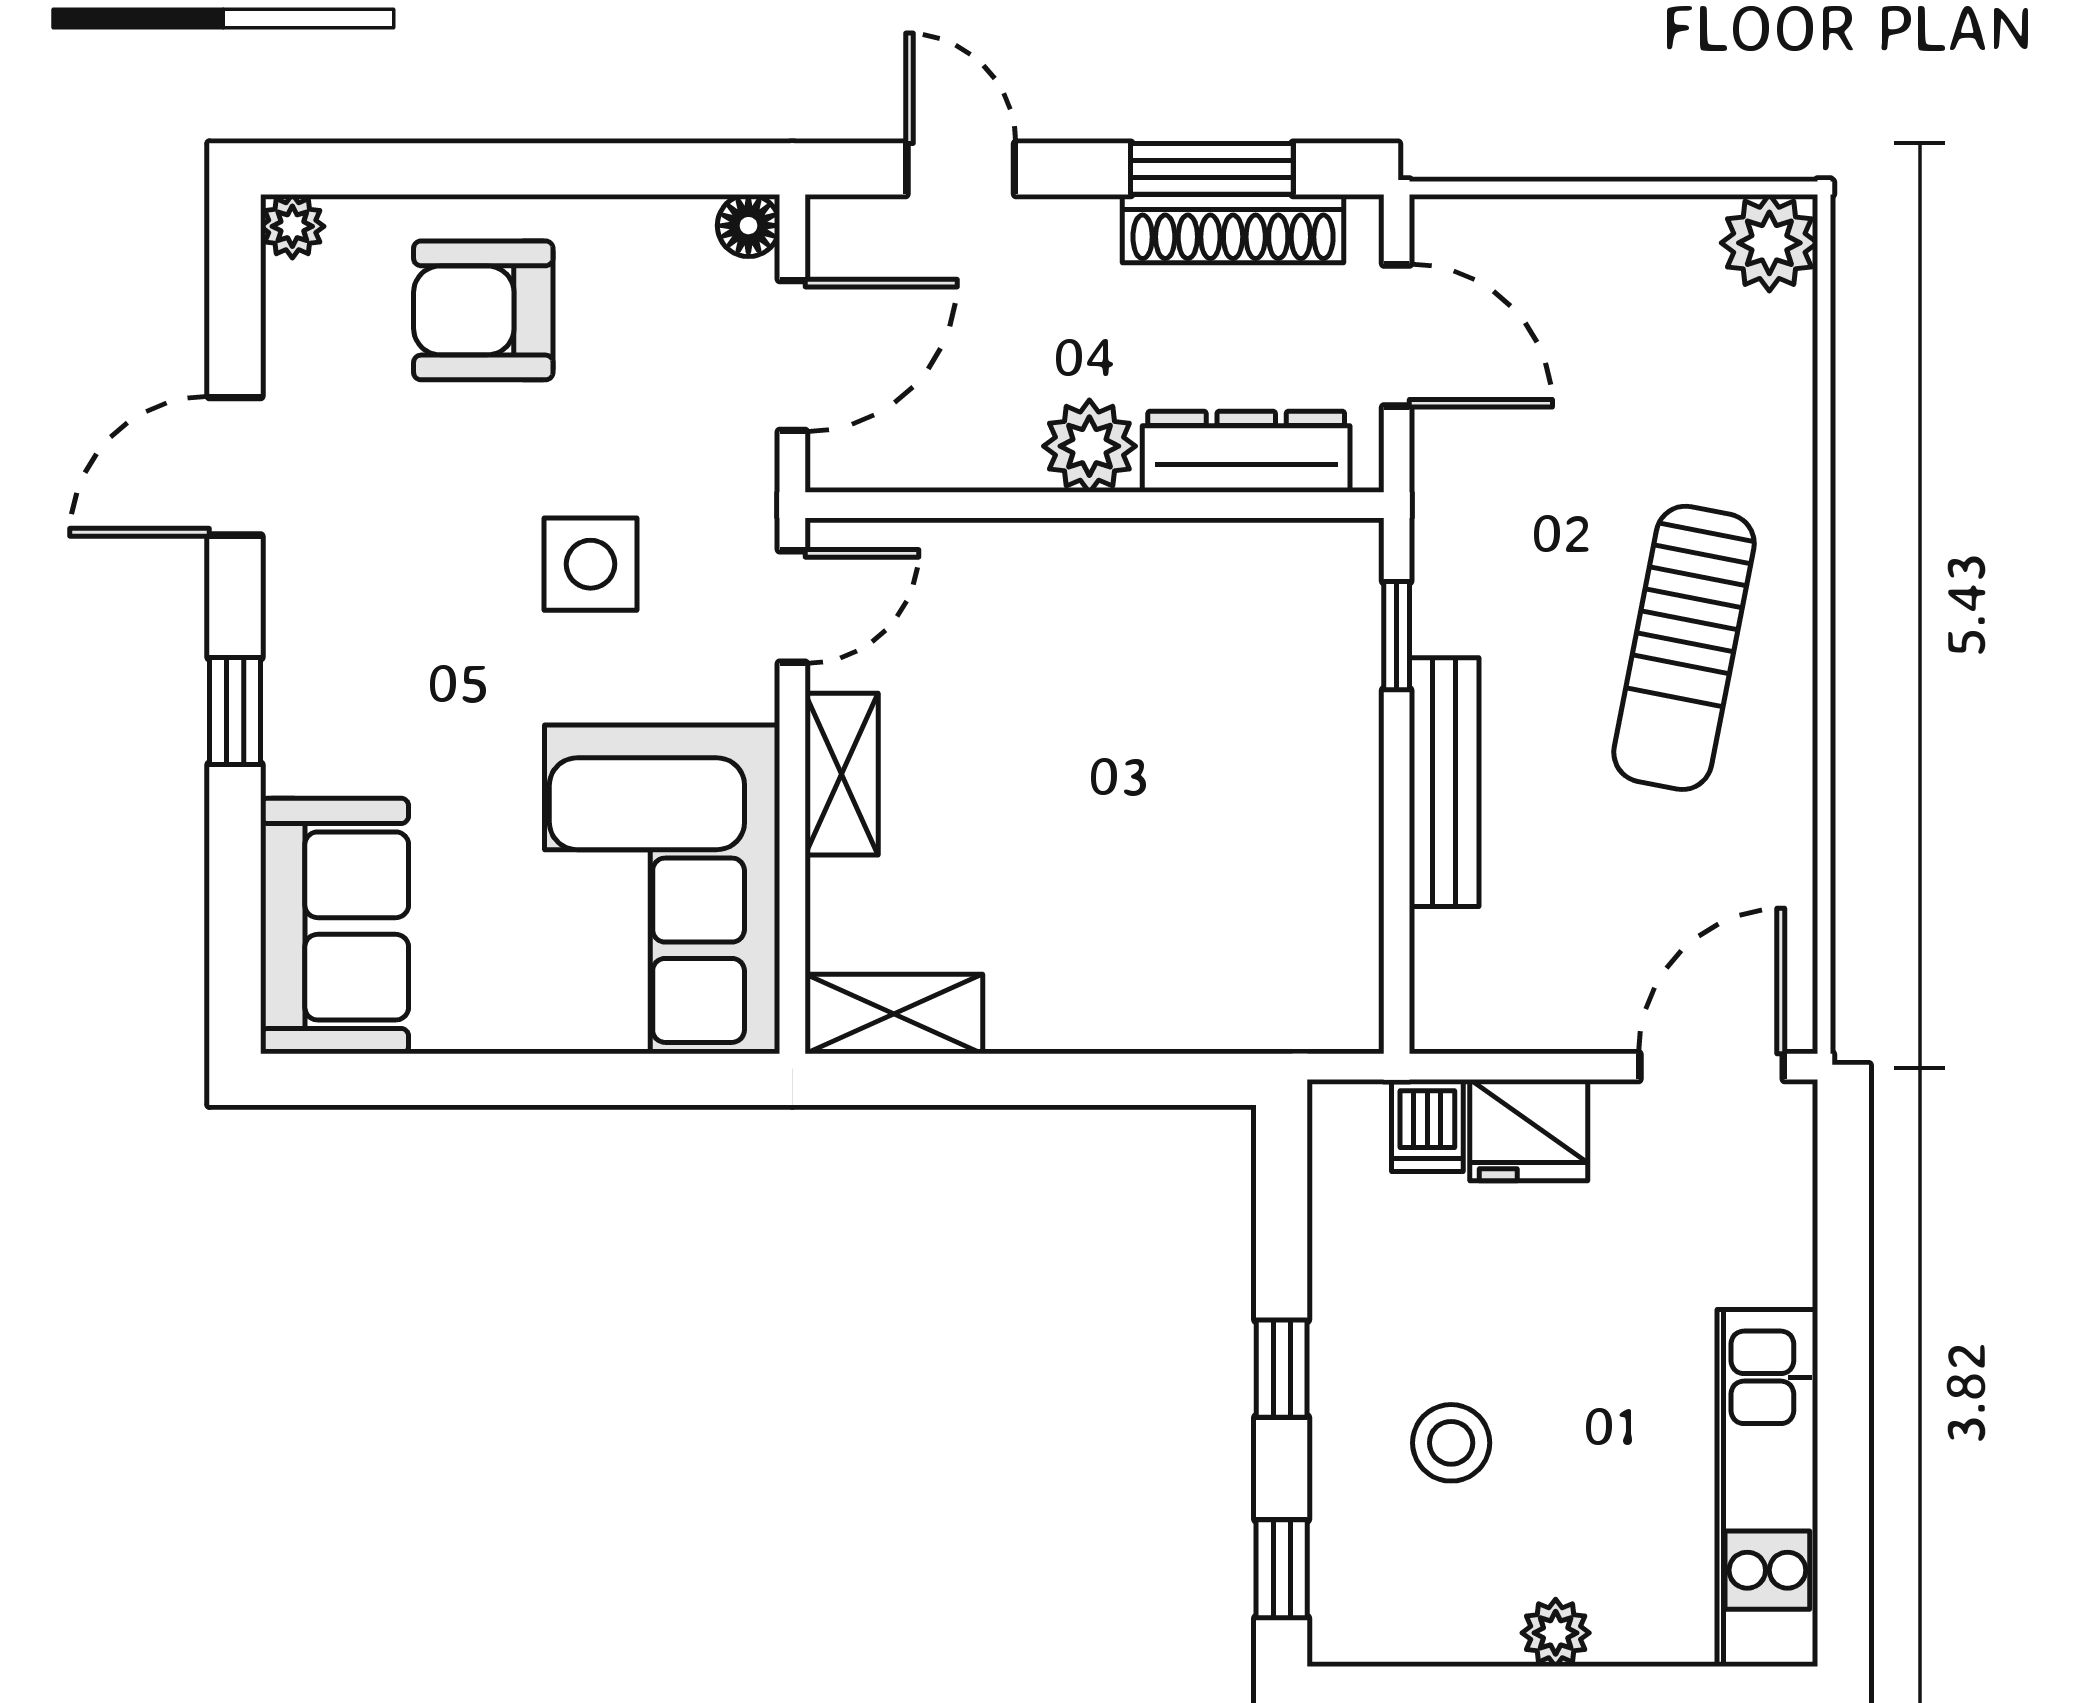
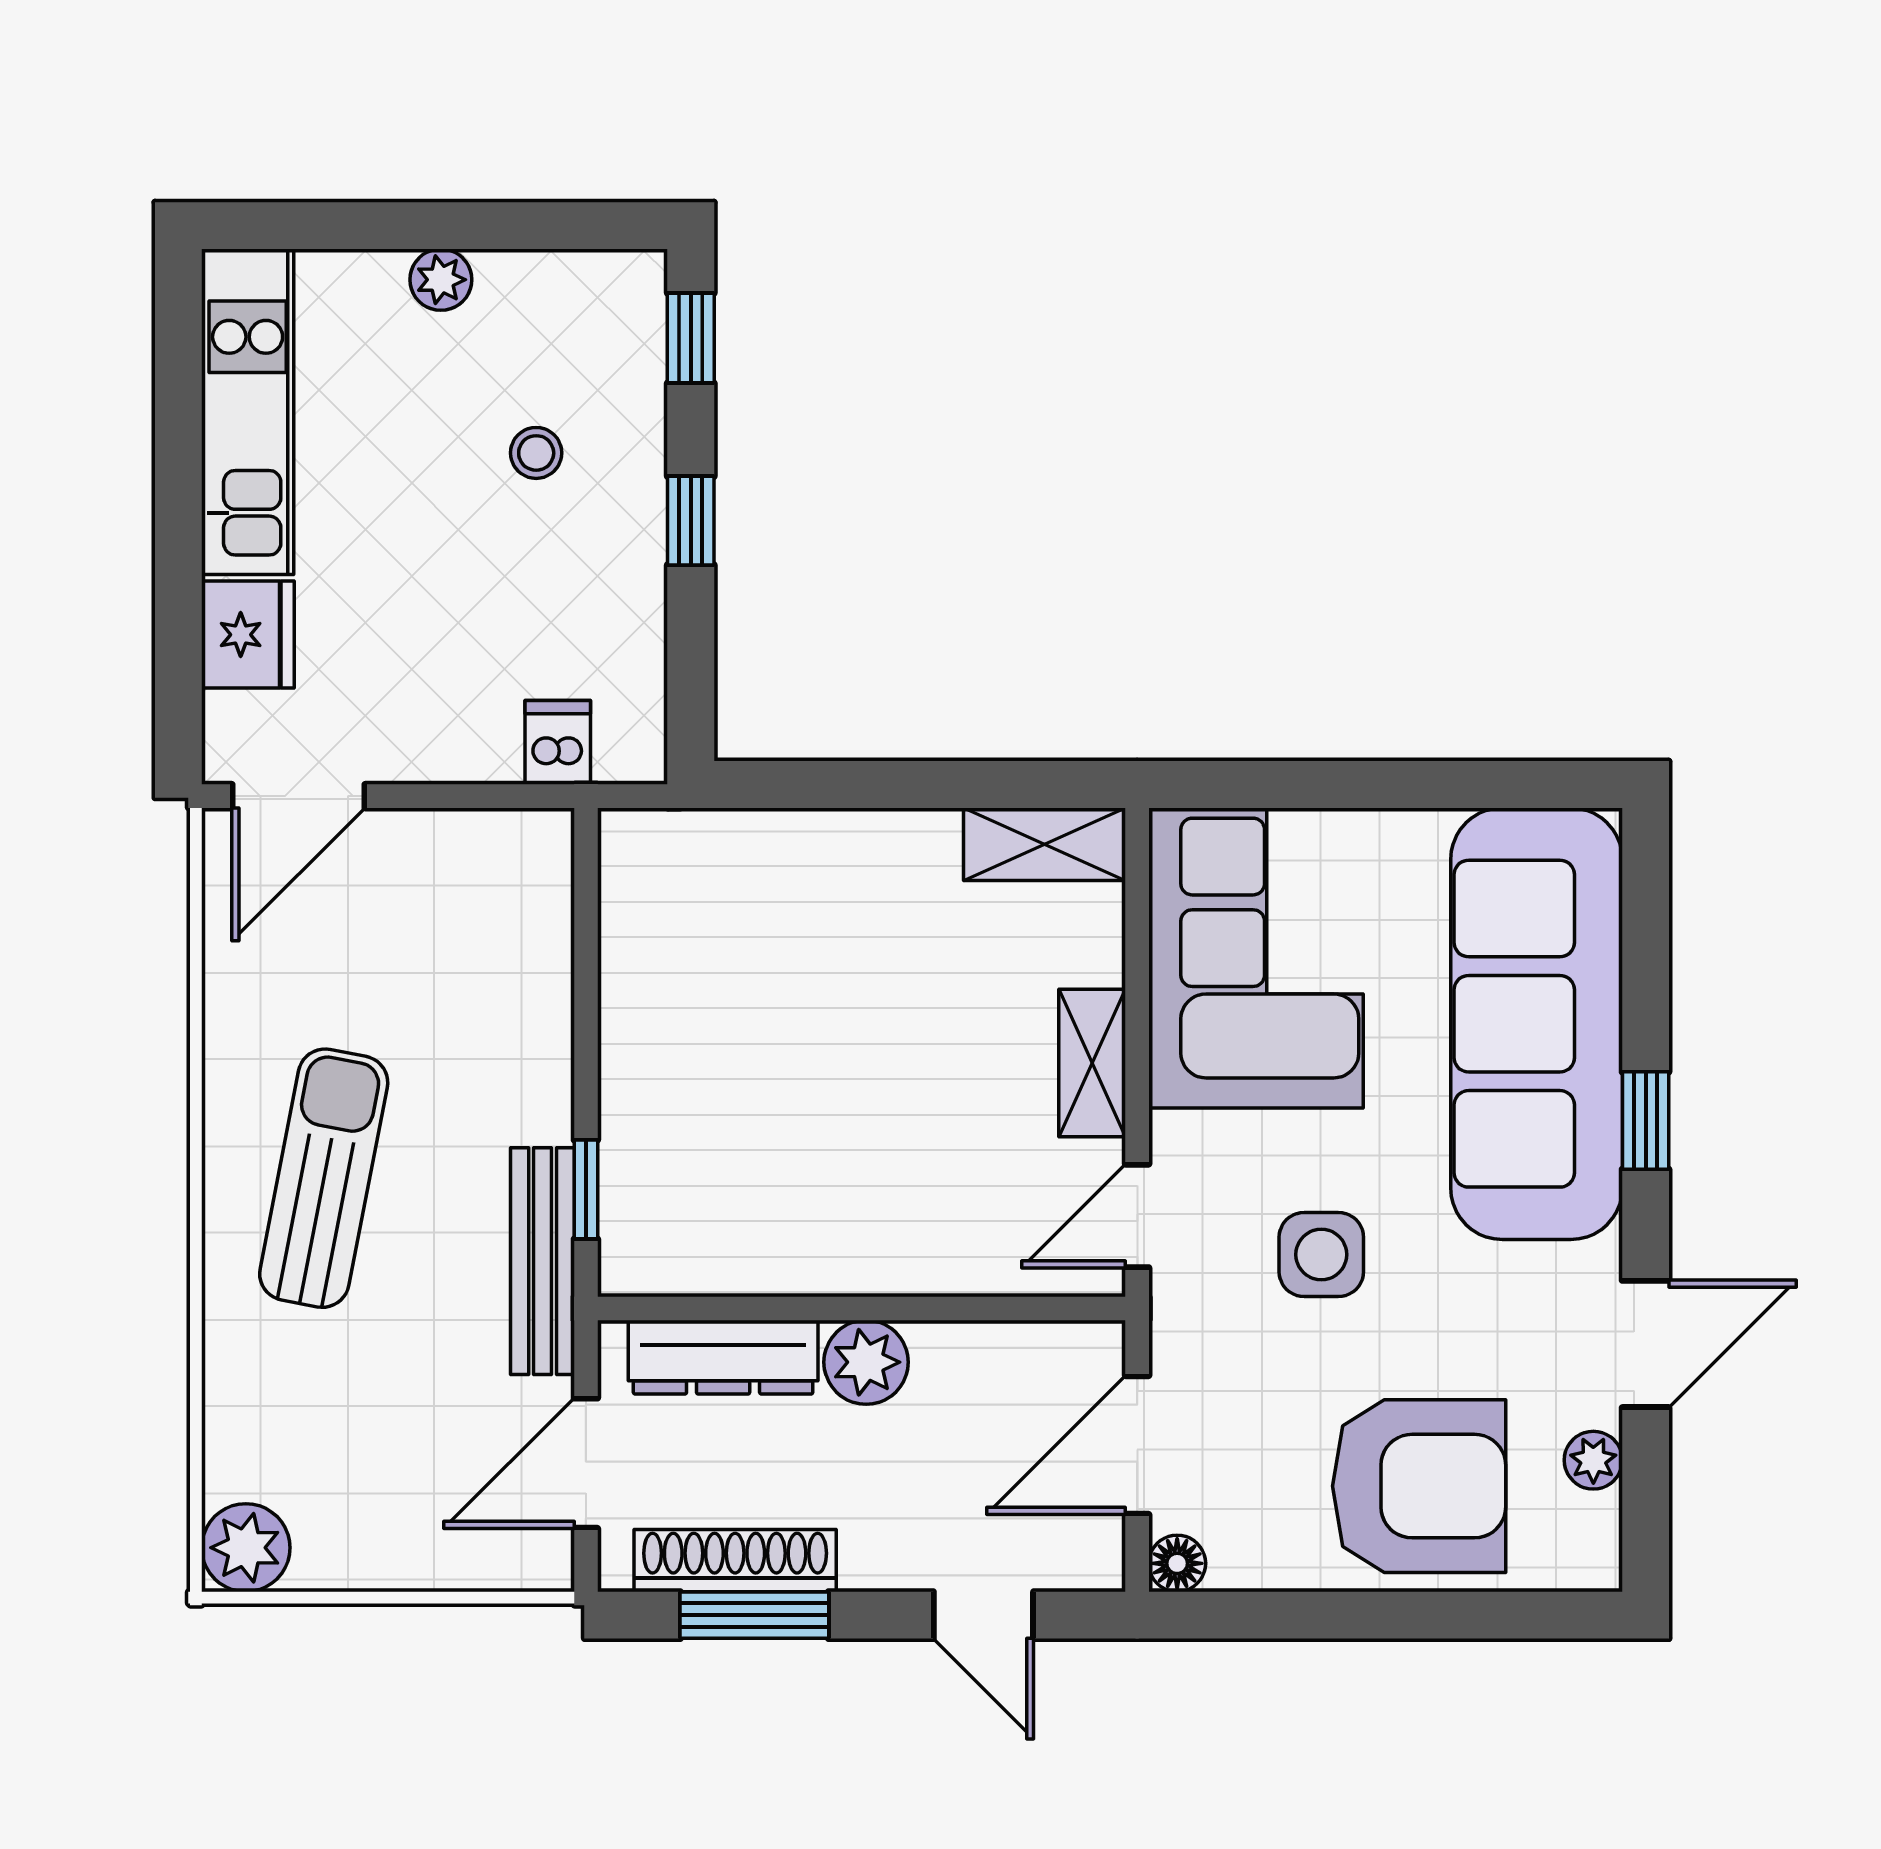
plant: (292, 226) -> (1593, 1460), moved
armchair: (483, 310) -> (1419, 1486), width x1.36, depth x1.36
door: (1397, 335) -> (586, 1463), hinge flipped
bench: (1444, 782) -> (543, 1261), moved
sofa: (334, 926) -> (1537, 1024), width x1.85, depth x1.27
fridge: (1529, 1130) -> (248, 635), moved, turned 90
stool: (1451, 1443) -> (536, 453), width x0.73, depth x0.73

